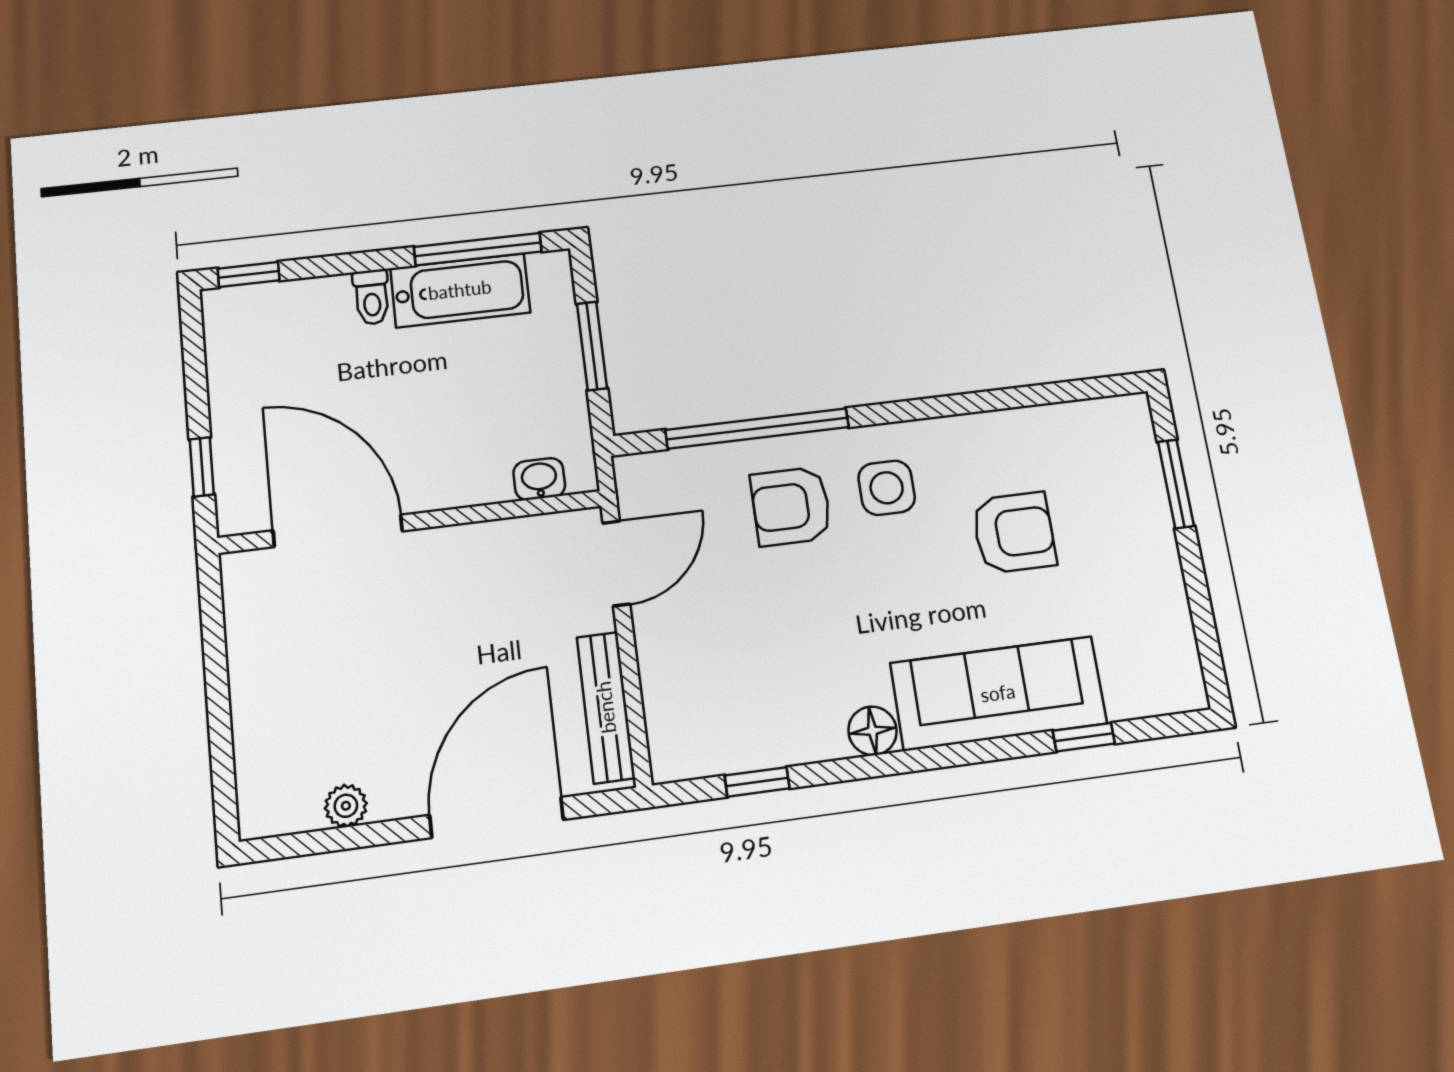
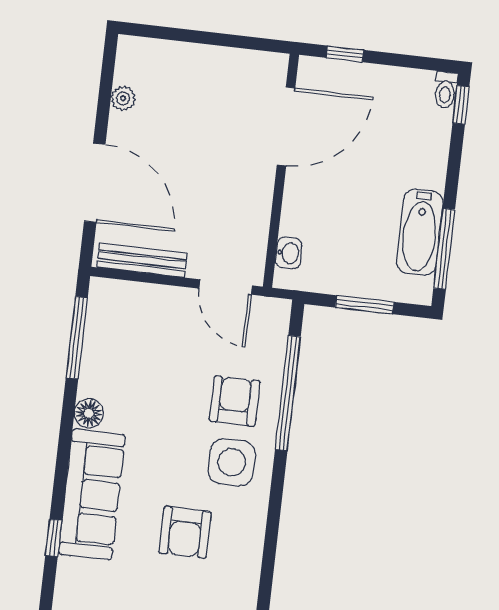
toilet: (372, 297) -> (445, 90), moved, turned -90
side table: (887, 488) -> (232, 462), width x1.37, depth x1.37
window: (757, 782) -> (77, 338), width x2.17

